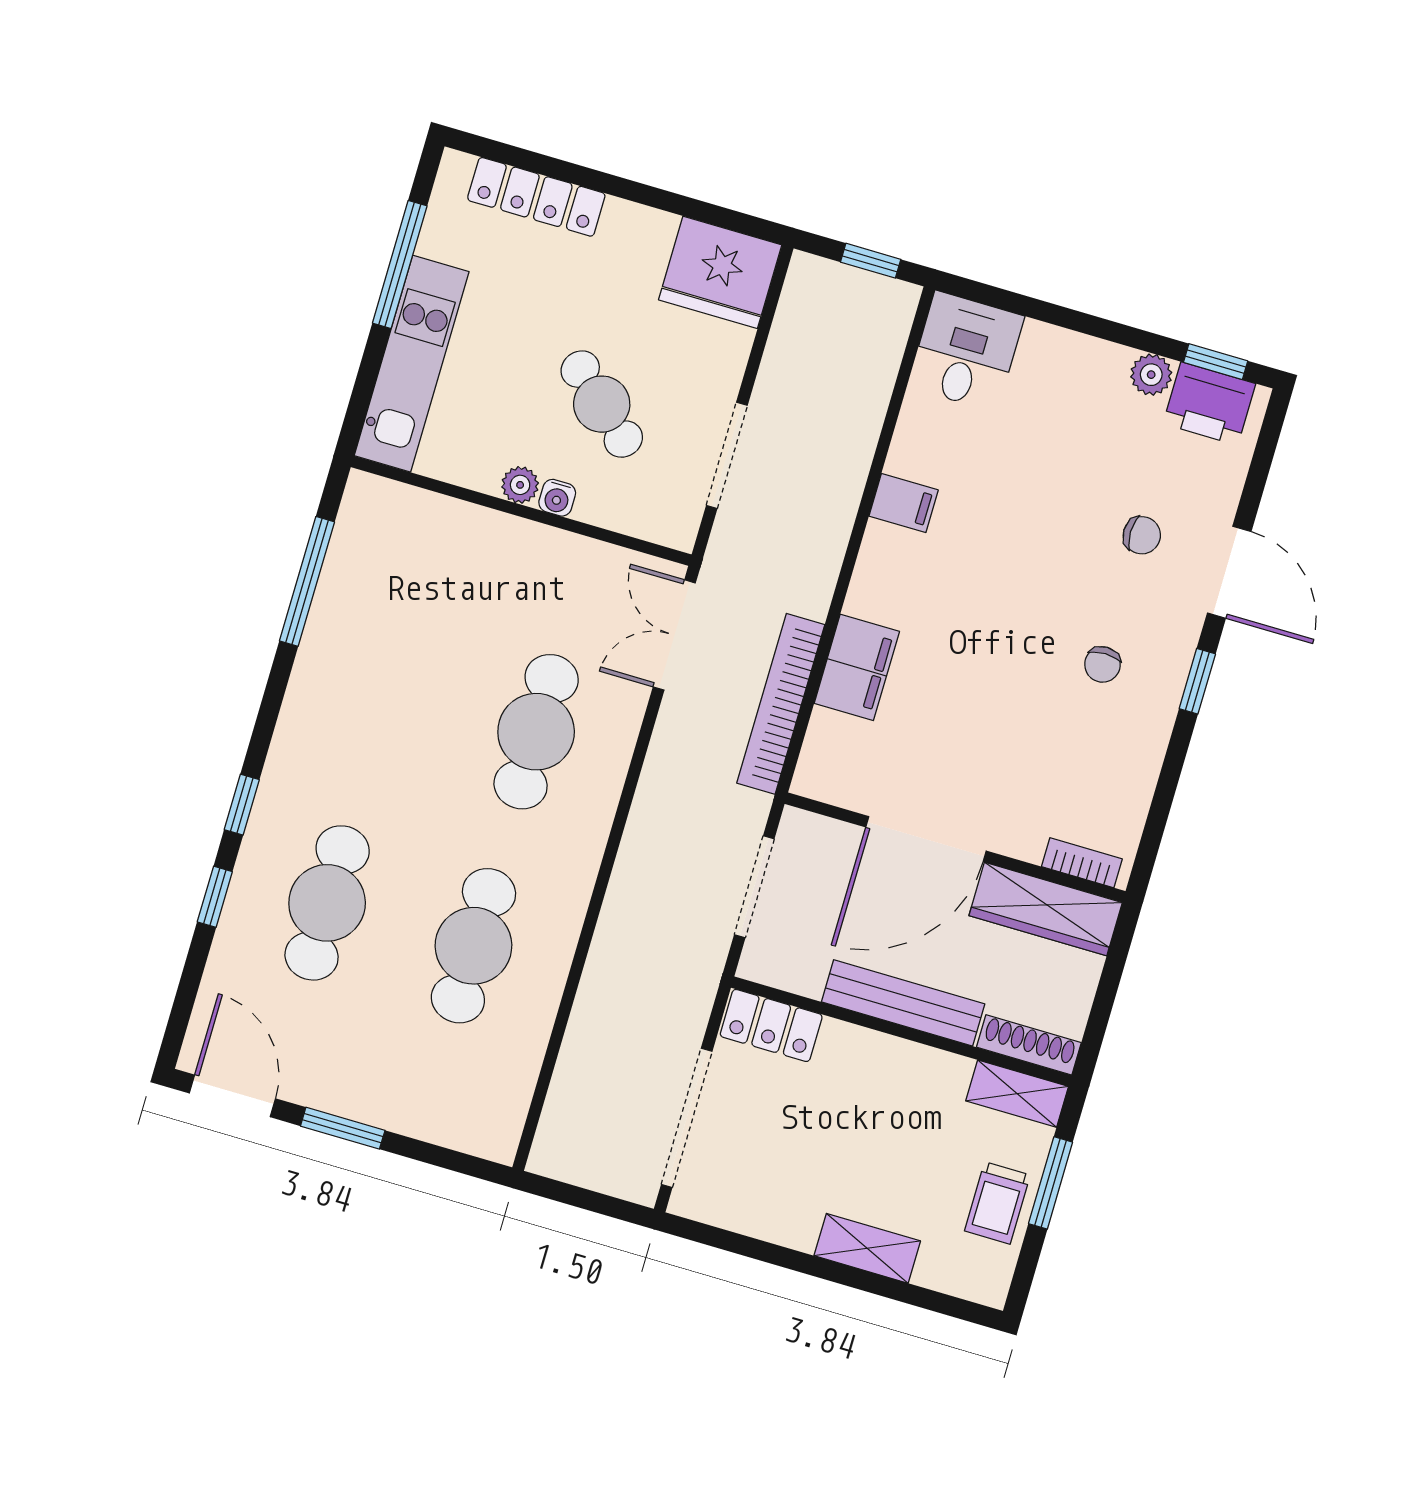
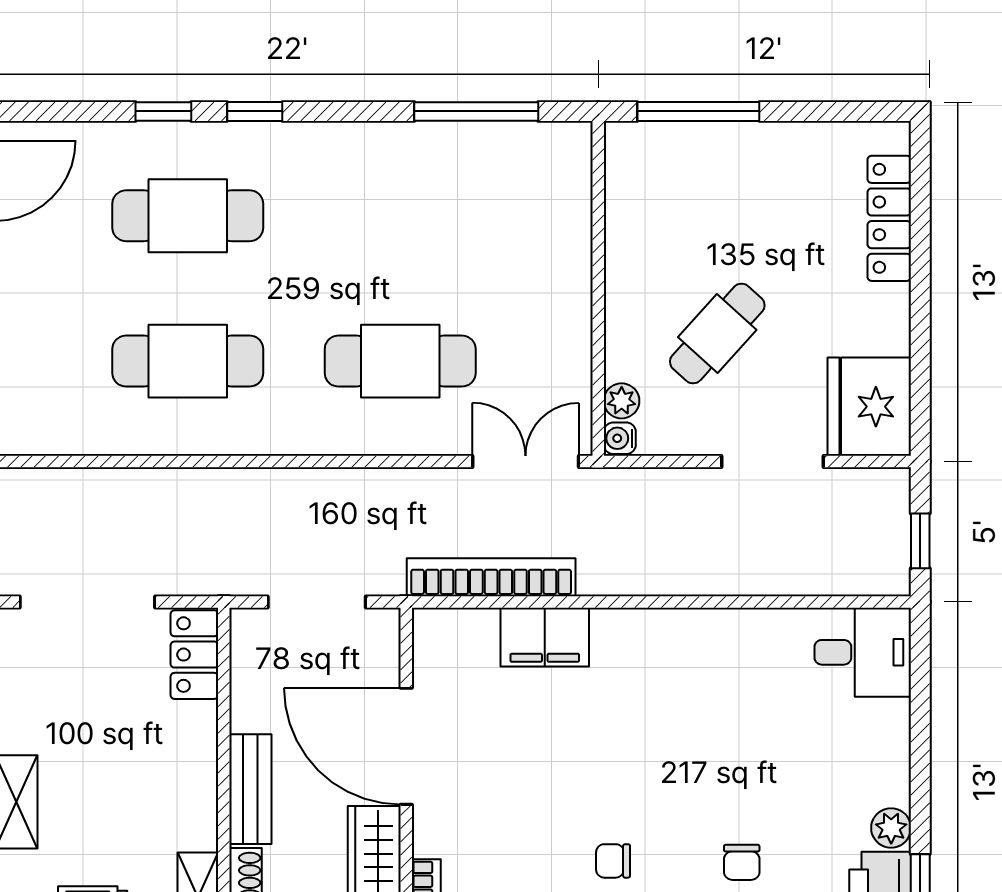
window: (400, 265) -> (698, 111), moved
kitchen unit: (412, 364) -> (703, 149), removed
doorway: (727, 455) -> (772, 462), moved
plant: (520, 485) -> (622, 401), moved
water cooler: (557, 498) -> (620, 438), moved
filing cabinet: (904, 503) -> (707, 636), removed
bench: (903, 1003) -> (250, 789), width x0.73

